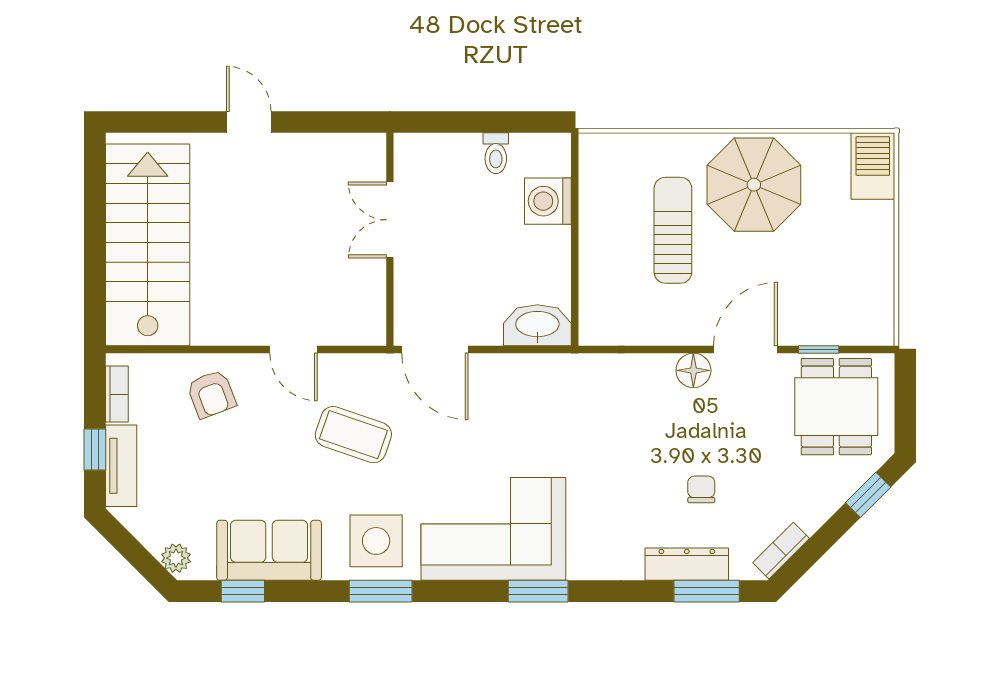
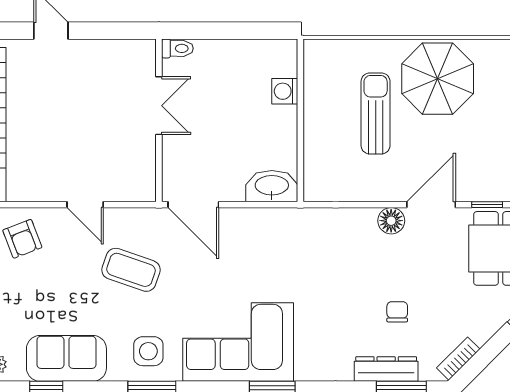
toilet: (496, 153) -> (177, 48), moved, turned -90
washing machine: (548, 201) -> (285, 91), width x0.73, depth x0.73
double door: (390, 220) -> (159, 106), swing flipped
side table: (376, 541) -> (148, 351), width x0.73, depth x0.73

